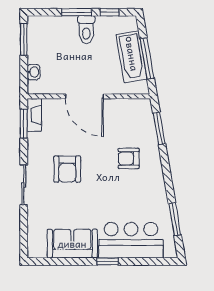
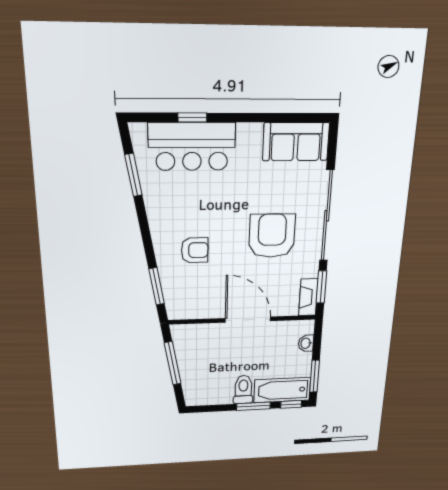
window: (110, 12) -> (291, 404), moved
bathtub: (132, 57) -> (282, 390), moved, turned -80
armchair: (67, 169) -> (272, 236), width x1.36, depth x1.36
sliding door: (24, 185) -> (327, 216), width x1.86
sofa: (72, 244) -> (296, 142), moved
window: (108, 261) -> (192, 117), moved

